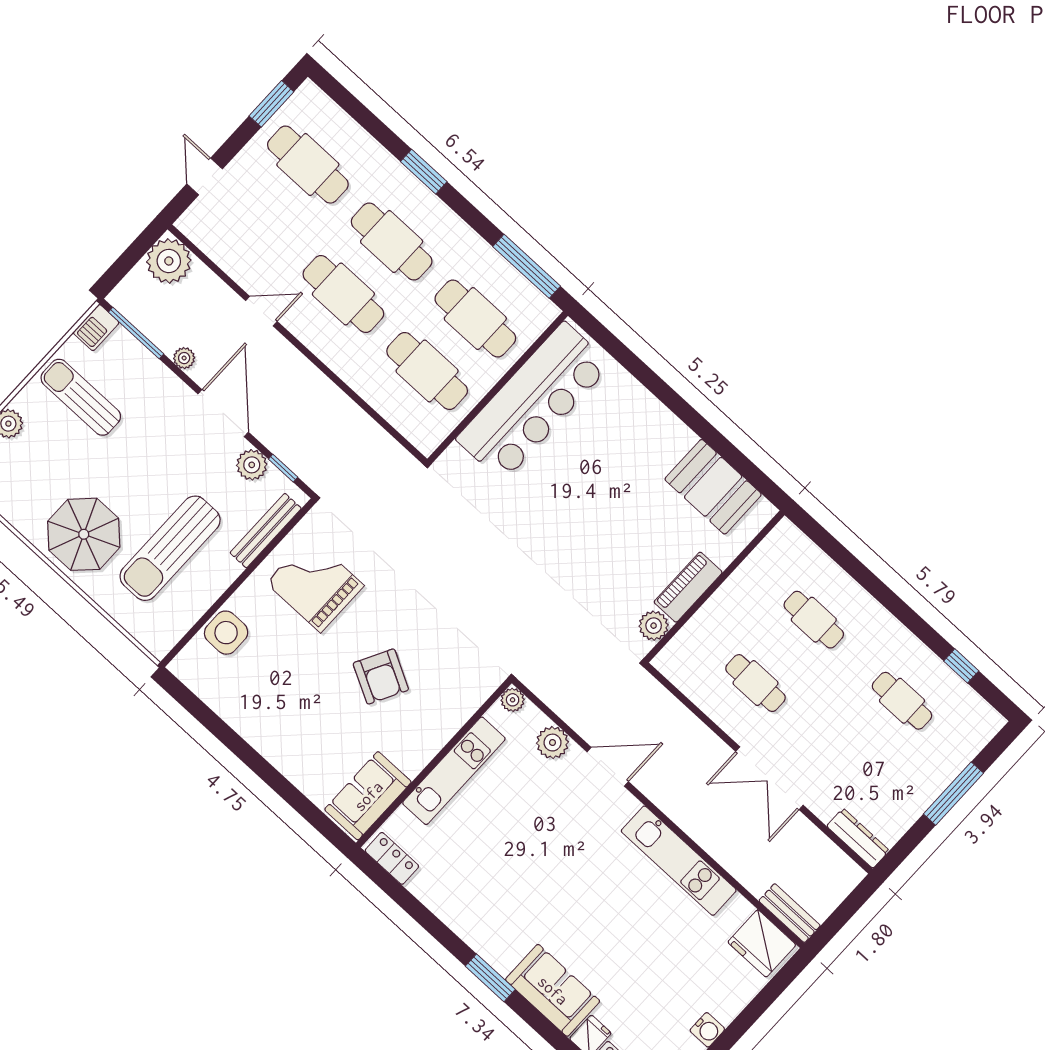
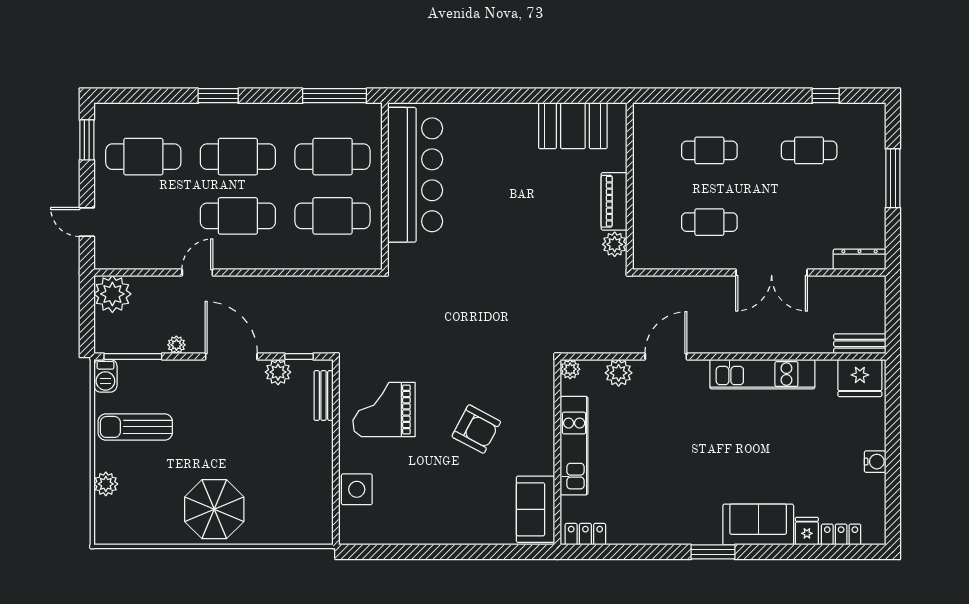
bench: (266, 531) -> (324, 395), width x0.73
sun lounger: (170, 548) -> (275, 469), removed

